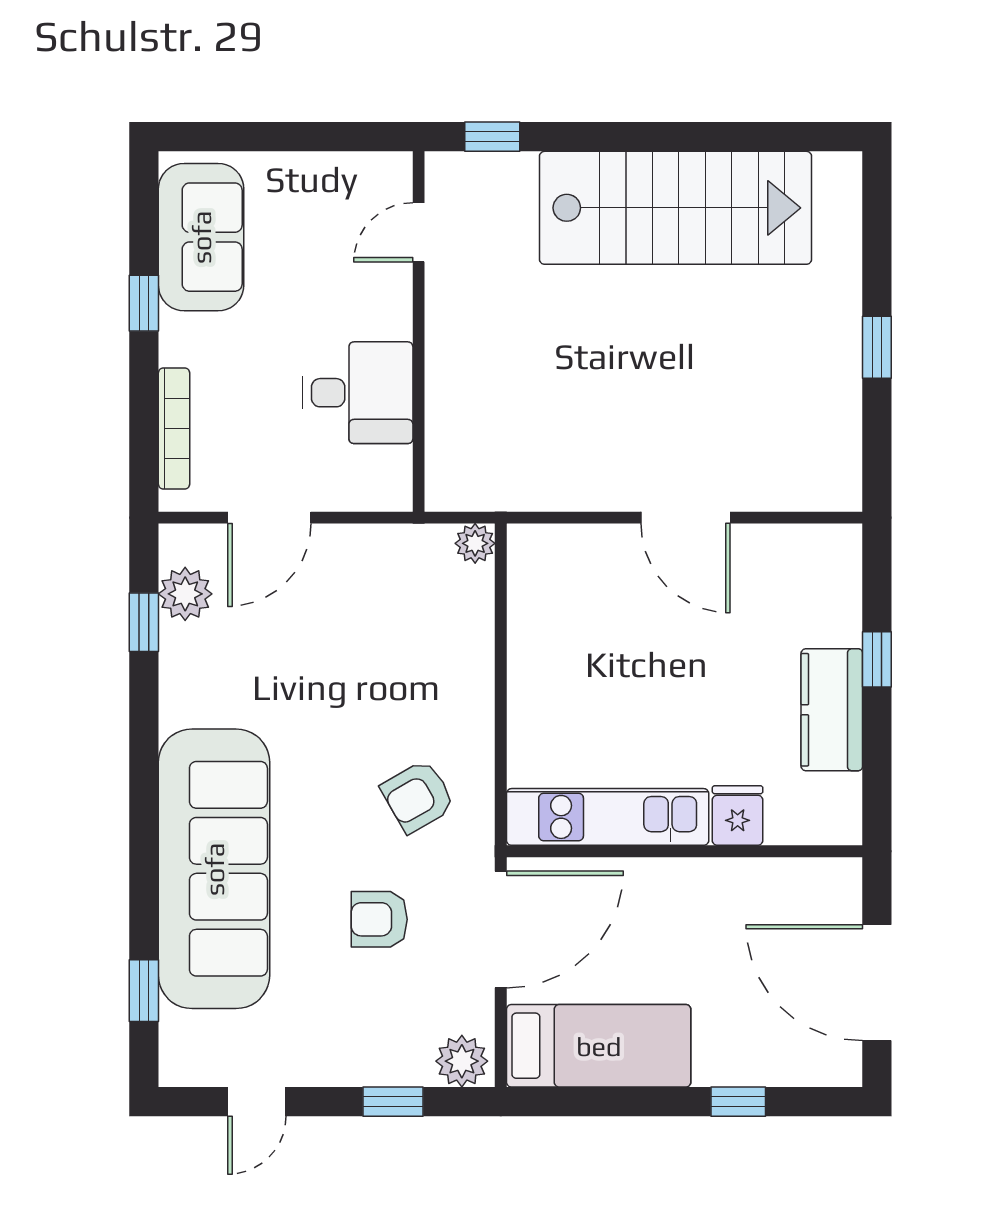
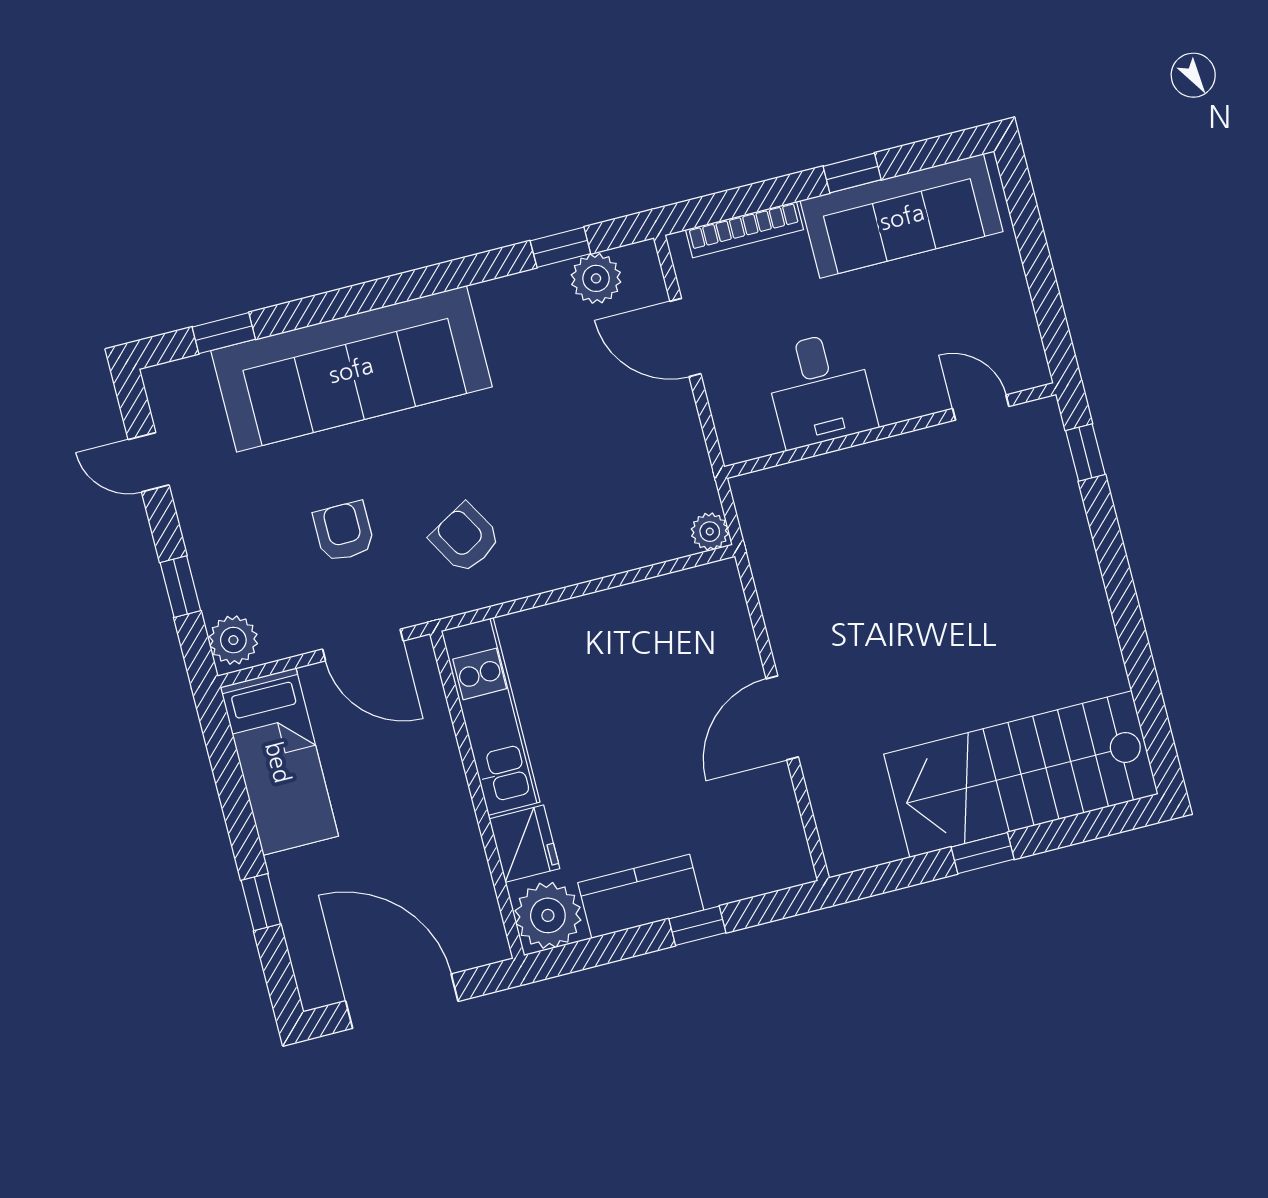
stairs: (675, 208) -> (1021, 774), moved, turned 90
sofa: (201, 237) -> (902, 216), width x1.36
plant: (827, 810) -> (548, 915), added
fridge: (738, 815) -> (524, 844), width x1.38
door: (501, 929) -> (363, 645), width x0.73
door: (877, 983) -> (402, 1001), hinge flipped

